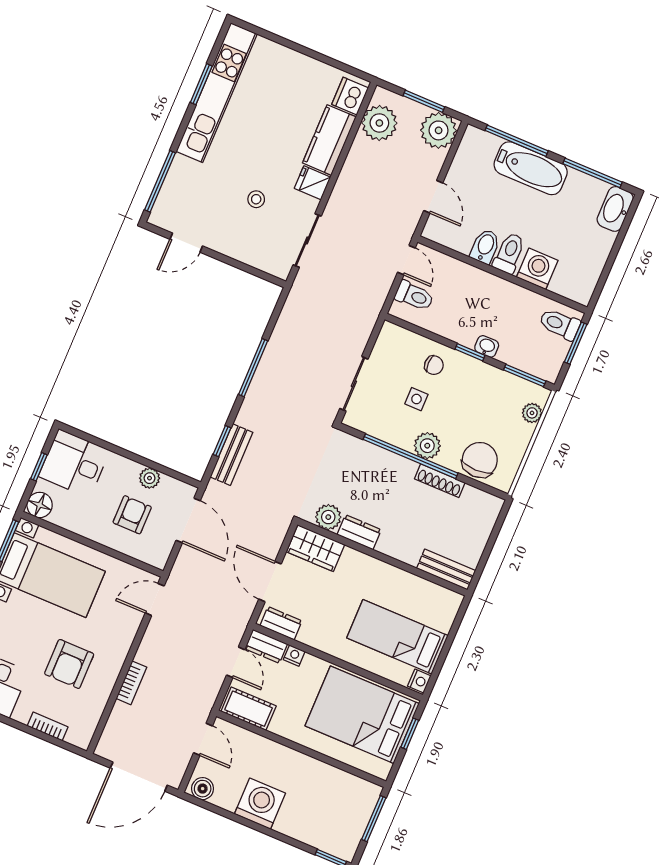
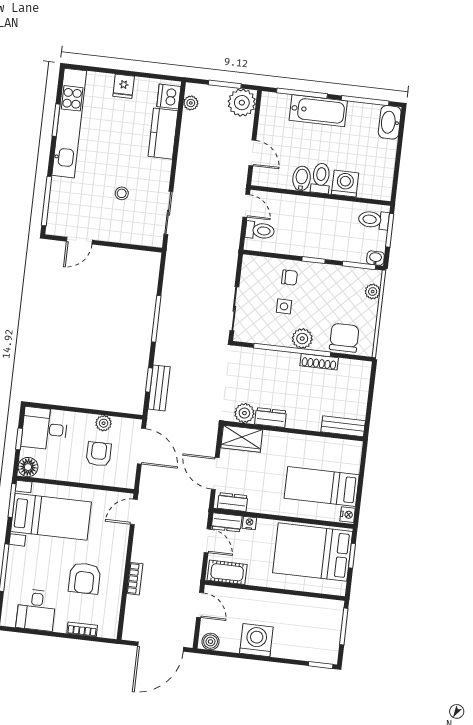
plant: (379, 123) -> (191, 103), width x0.53, depth x0.53
fridge: (312, 183) -> (124, 86), moved, turned -90
washbasin: (487, 346) -> (375, 258), moved

